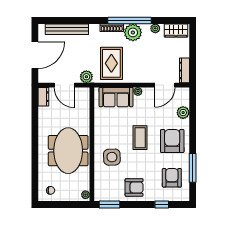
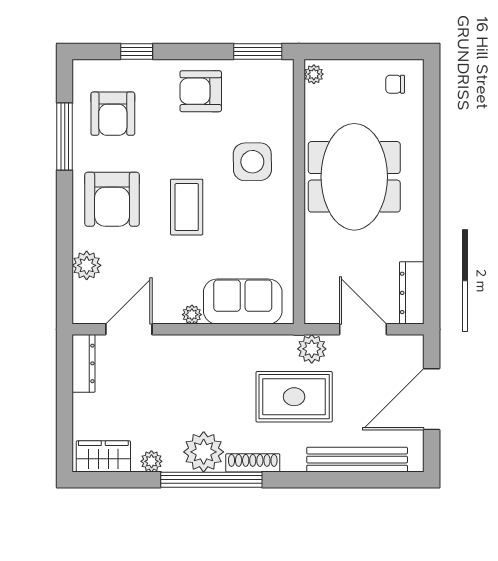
rug: (111, 63) -> (294, 397), moved, turned 90
dresser: (43, 97) -> (412, 293), width x1.44

